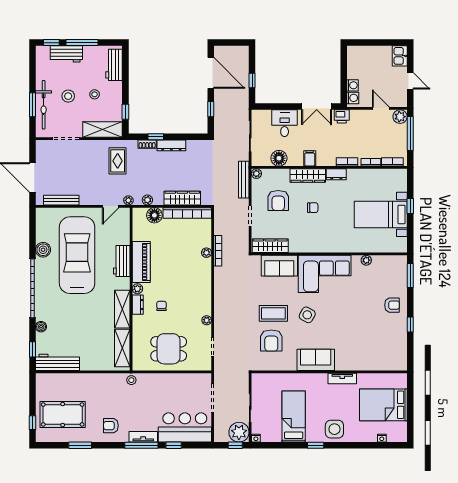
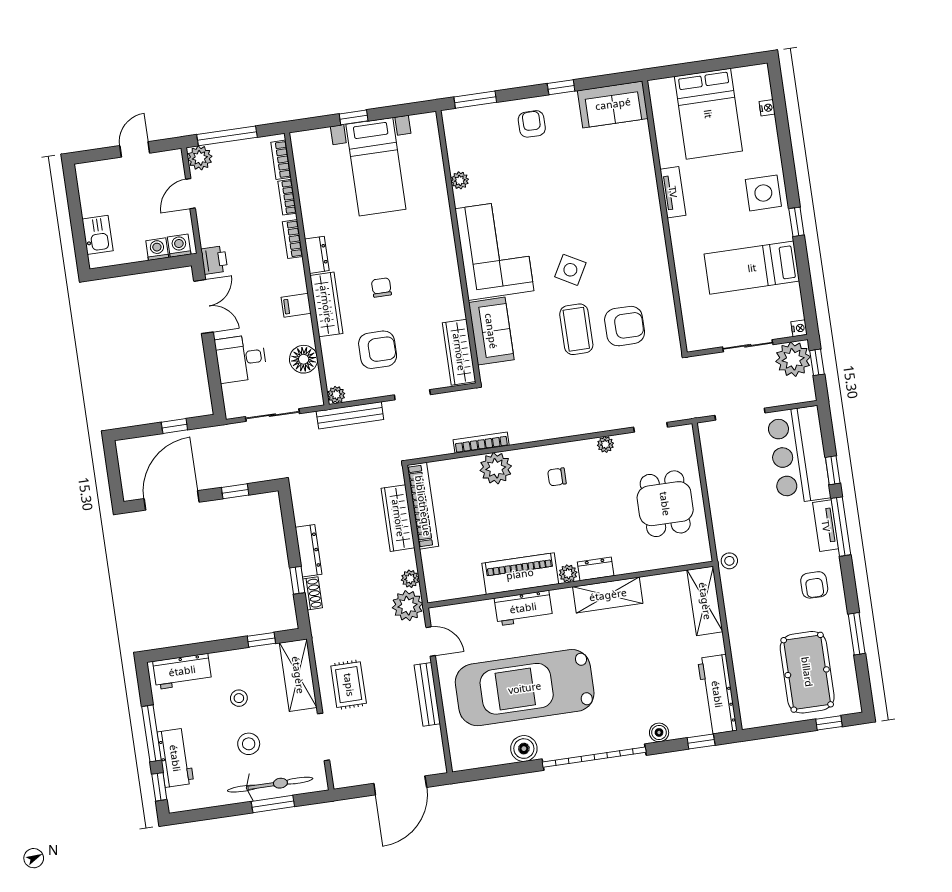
kitchen sink: (400, 56) -> (98, 235), moved, turned -90
rug: (118, 161) -> (349, 685), moved, turned 90
bench: (61, 200) -> (427, 694), moved
plant: (128, 200) -> (408, 606), width x1.87, depth x1.87
floor lamp: (154, 215) -> (435, 563), removed
plant: (206, 253) -> (496, 468), width x1.87, depth x1.87
chair: (162, 306) -> (557, 477), moved
shelving: (122, 348) -> (705, 601), moved, turned 90
sofa: (316, 360) -> (613, 104), moved, turned -90

